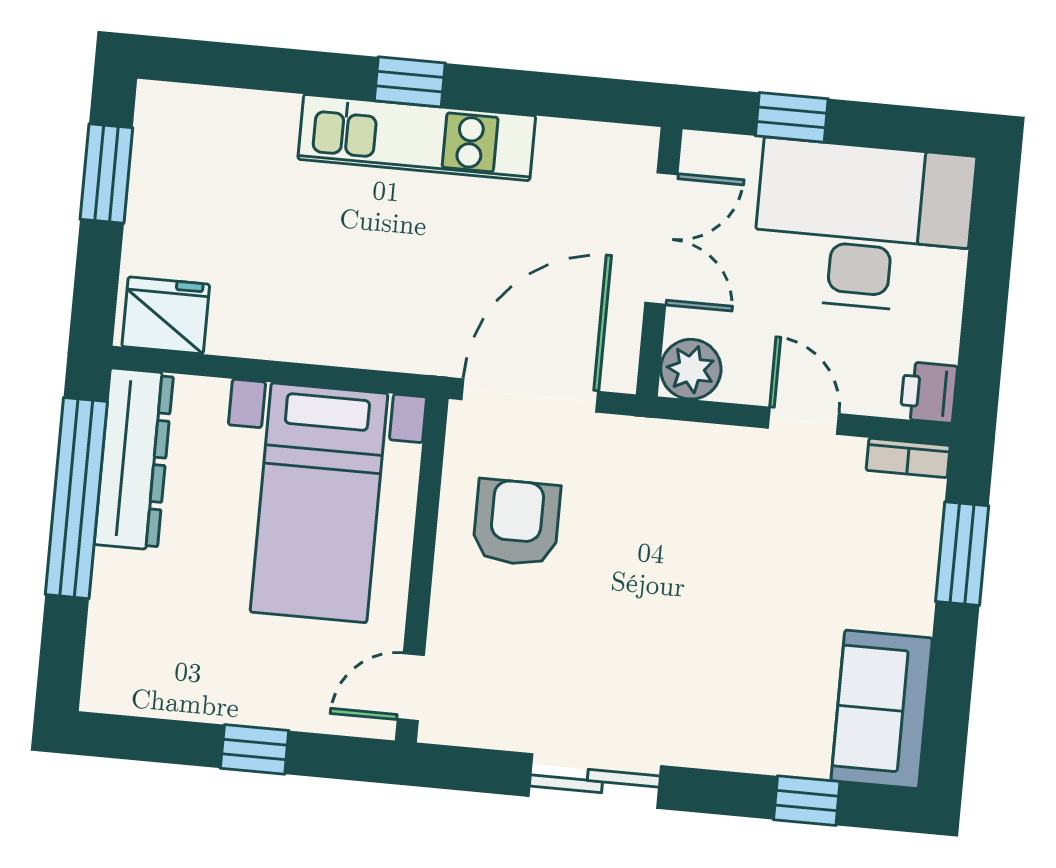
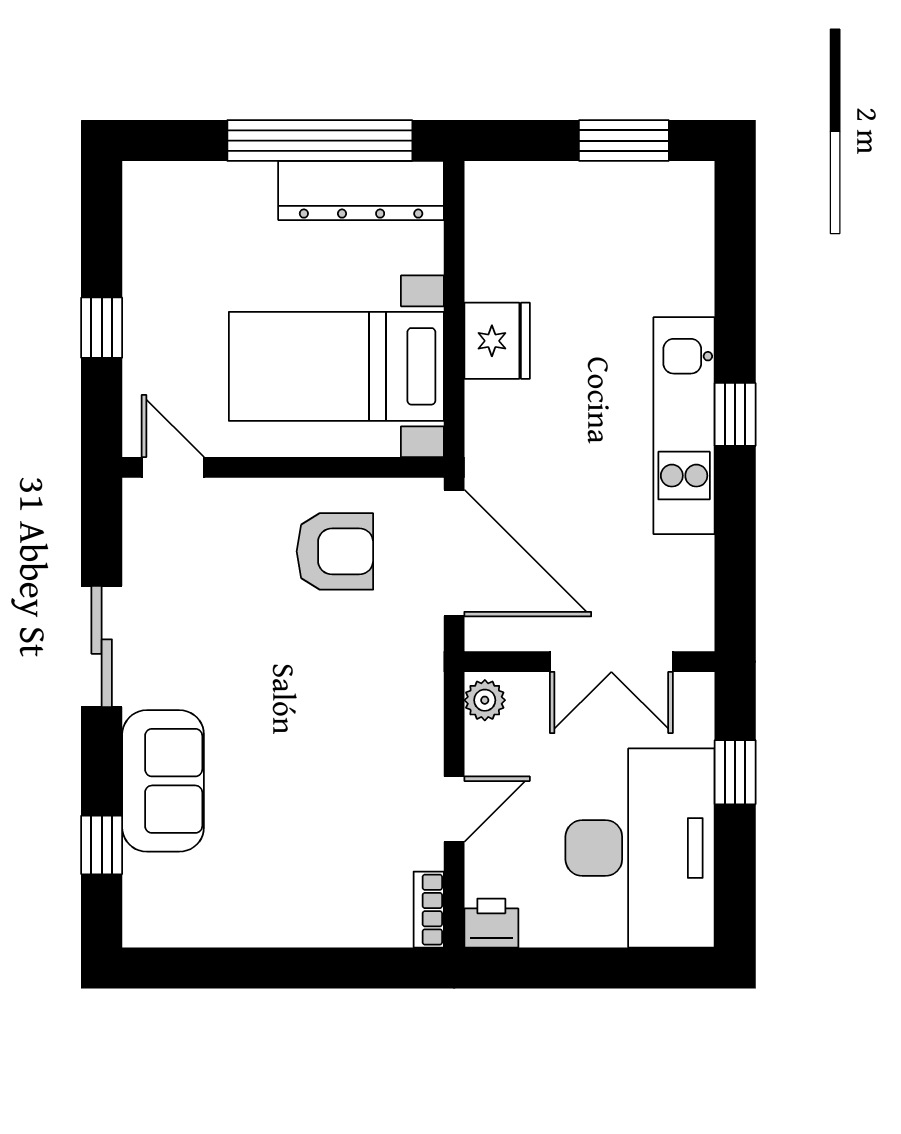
fridge: (166, 315) -> (497, 341), moved
plant: (691, 369) -> (485, 700), width x0.73, depth x0.73
window: (962, 554) -> (344, 968), removed
sofa: (882, 709) -> (163, 781), moved, turned 90

